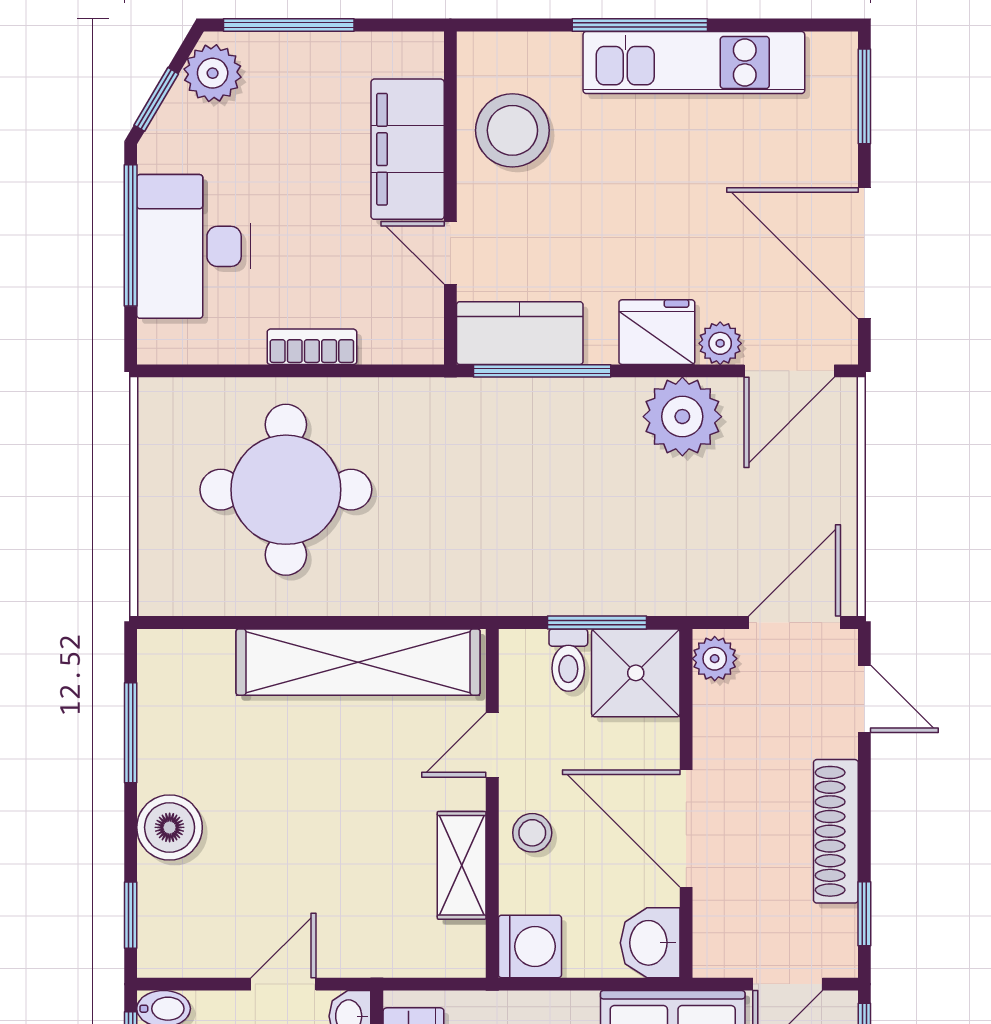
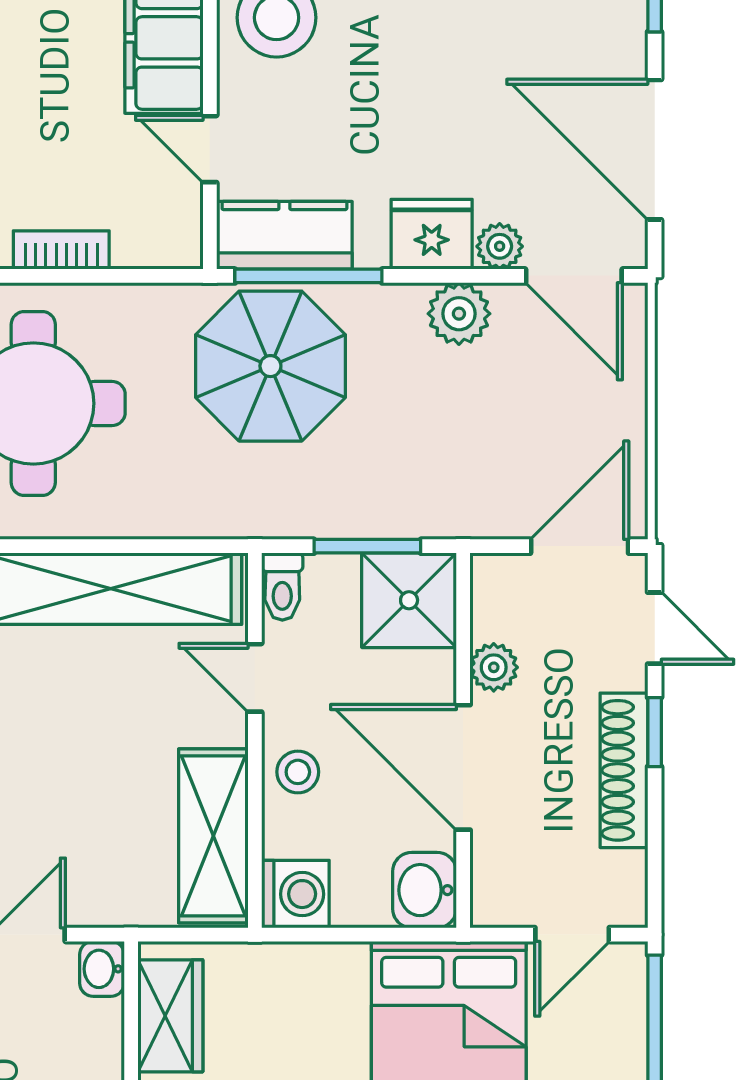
door: (789, 371) -> (574, 276), hinge flipped
plant: (682, 417) -> (459, 314), width x0.73, depth x0.73
parasol: (507, 455) -> (270, 366), added
plant: (715, 659) -> (494, 667), moved
toilet: (568, 660) -> (282, 587), moved
door: (492, 745) -> (255, 678), hinge flipped
shelving: (462, 865) -> (213, 836), width x1.50, depth x1.33
window: (864, 914) -> (655, 732), moved

